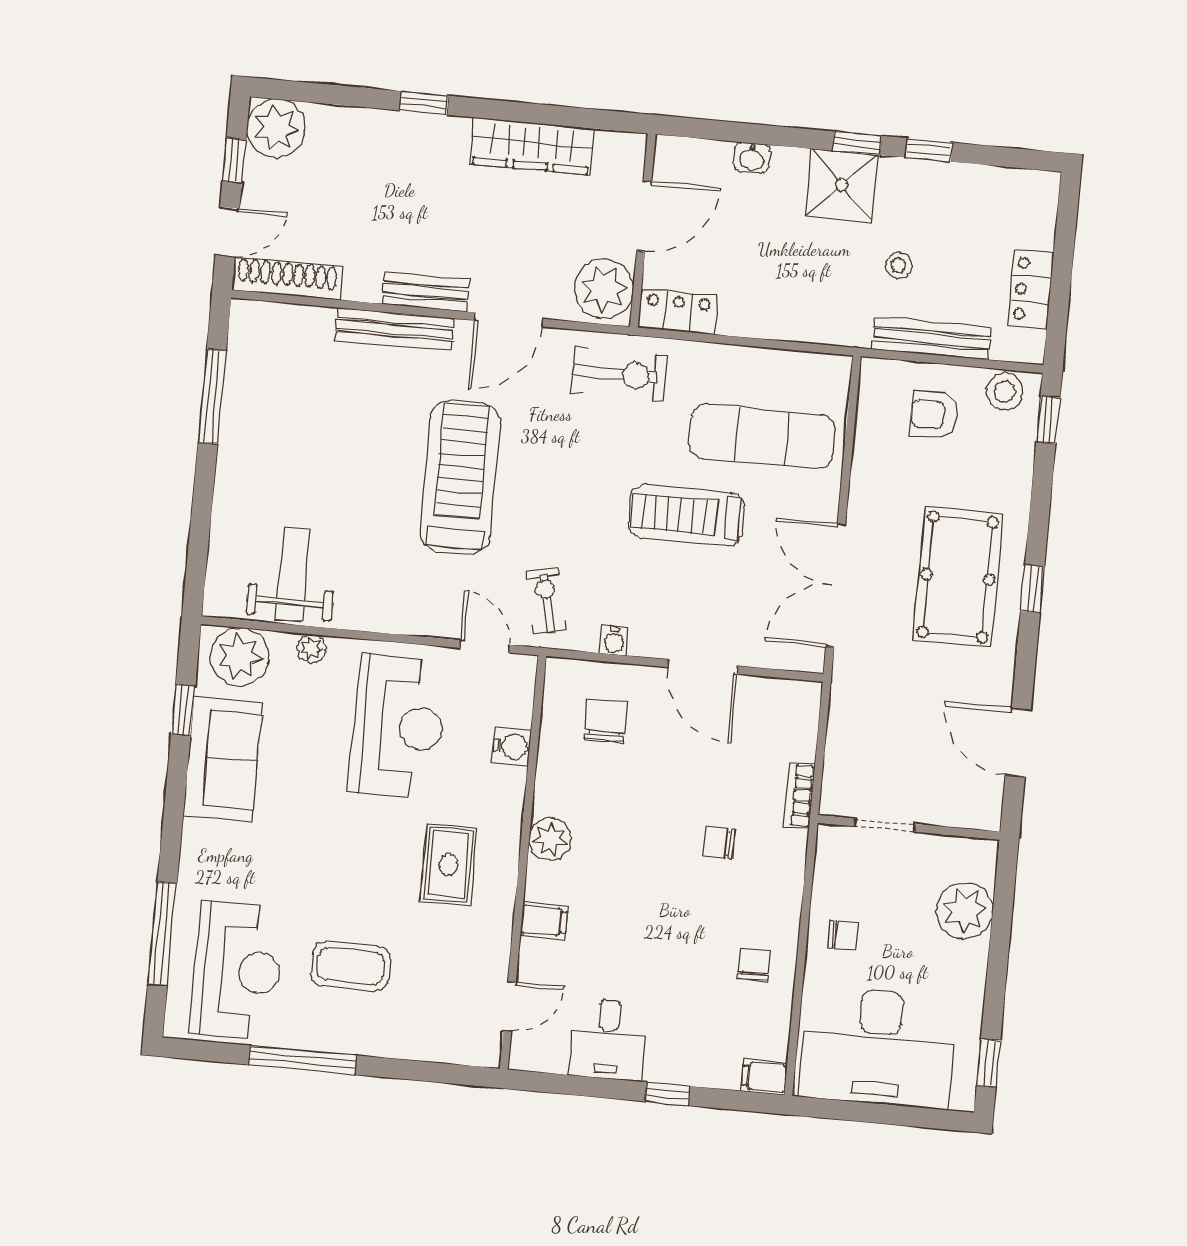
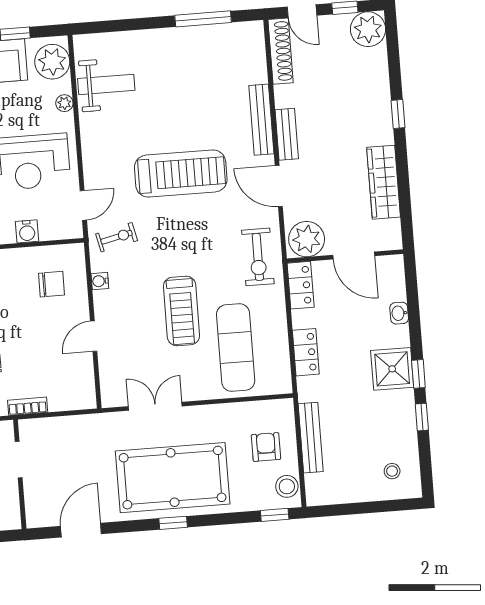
stool: (899, 265) -> (392, 471), moved
locker: (1031, 289) -> (306, 352), moved, turned 90
treadmill: (686, 515) -> (182, 311), turned 180
pool table: (958, 577) -> (173, 478), width x1.36, depth x1.32
double door: (836, 585) -> (155, 406), width x0.73
door: (703, 667) -> (94, 336), width x0.73

